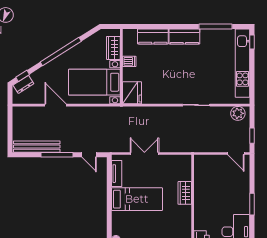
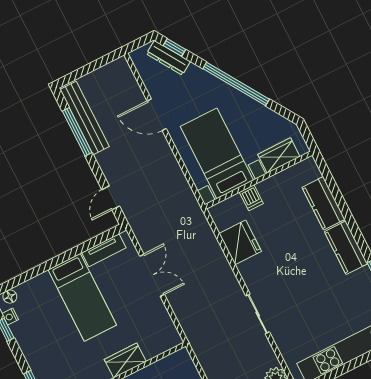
dishwasher: (129, 61) -> (251, 198), moved
dresser: (23, 84) -> (168, 58), width x1.44
fridge: (132, 93) -> (240, 242), moved, turned -90
door: (56, 105) -> (157, 115), swing flipped
window: (57, 155) -> (77, 132), moved

